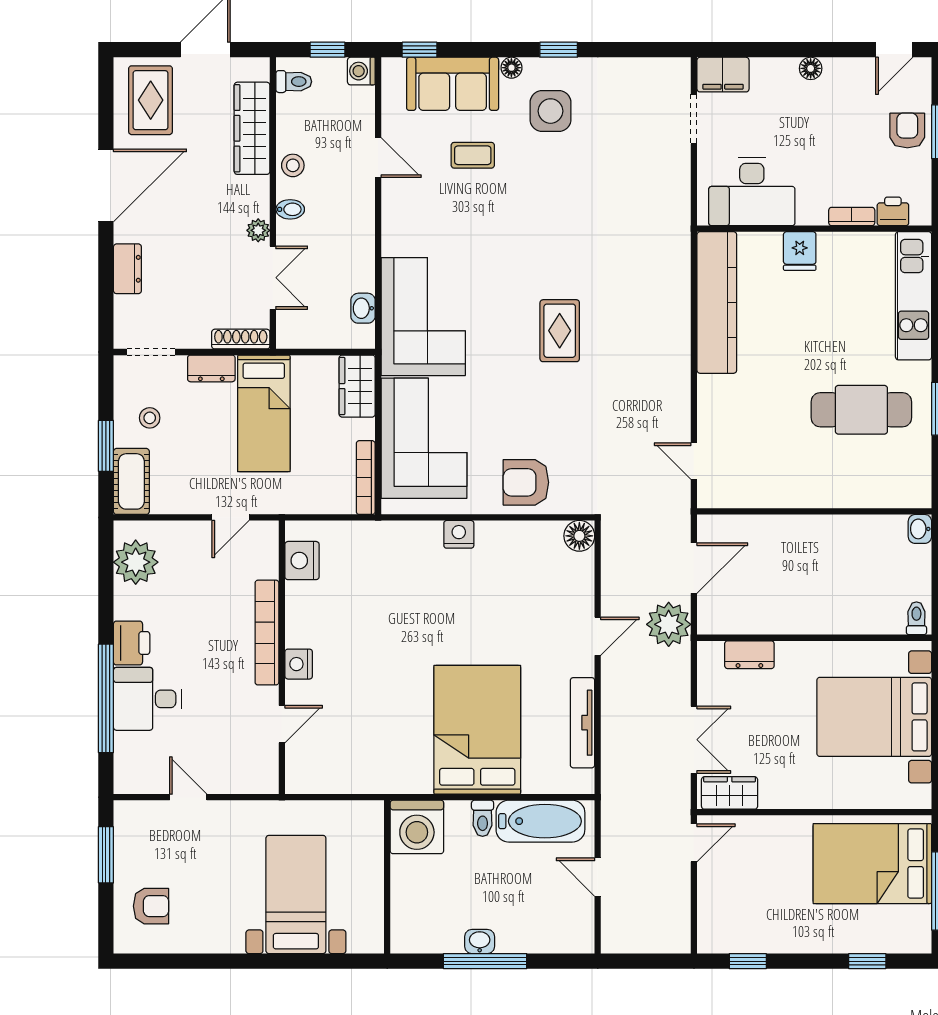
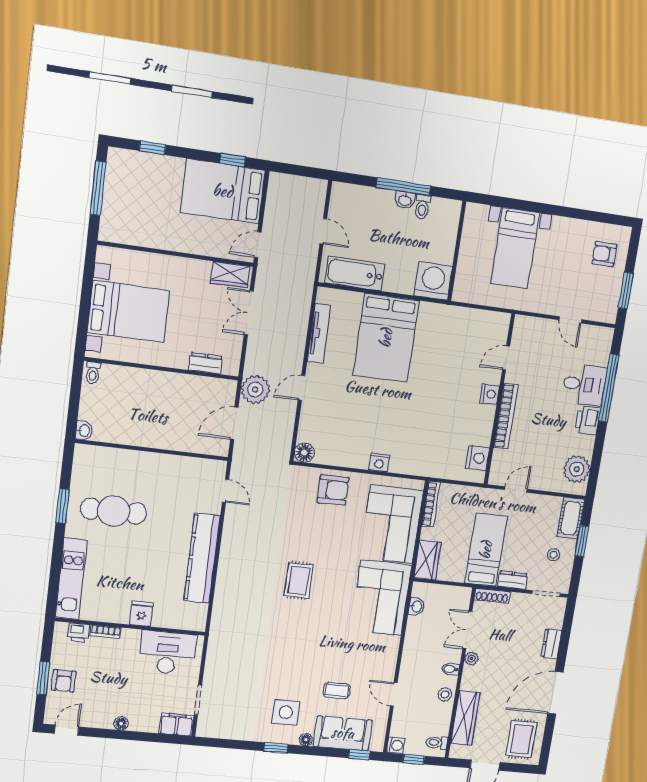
kitchen counter: (717, 302) -> (202, 558), moved
toilet: (483, 818) -> (422, 207), moved, turned 180
bed: (872, 864) -> (223, 191), moved, turned 180

